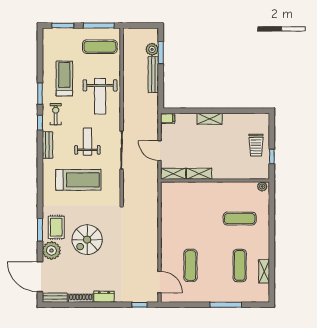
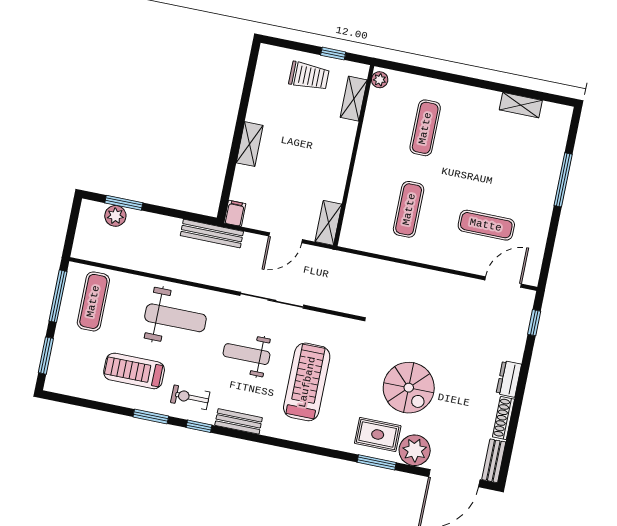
bench: (153, 75) -> (212, 234), moved
shelving: (199, 174) -> (354, 99), moved
exercise mat: (240, 265) -> (409, 209), moved, turned 90

